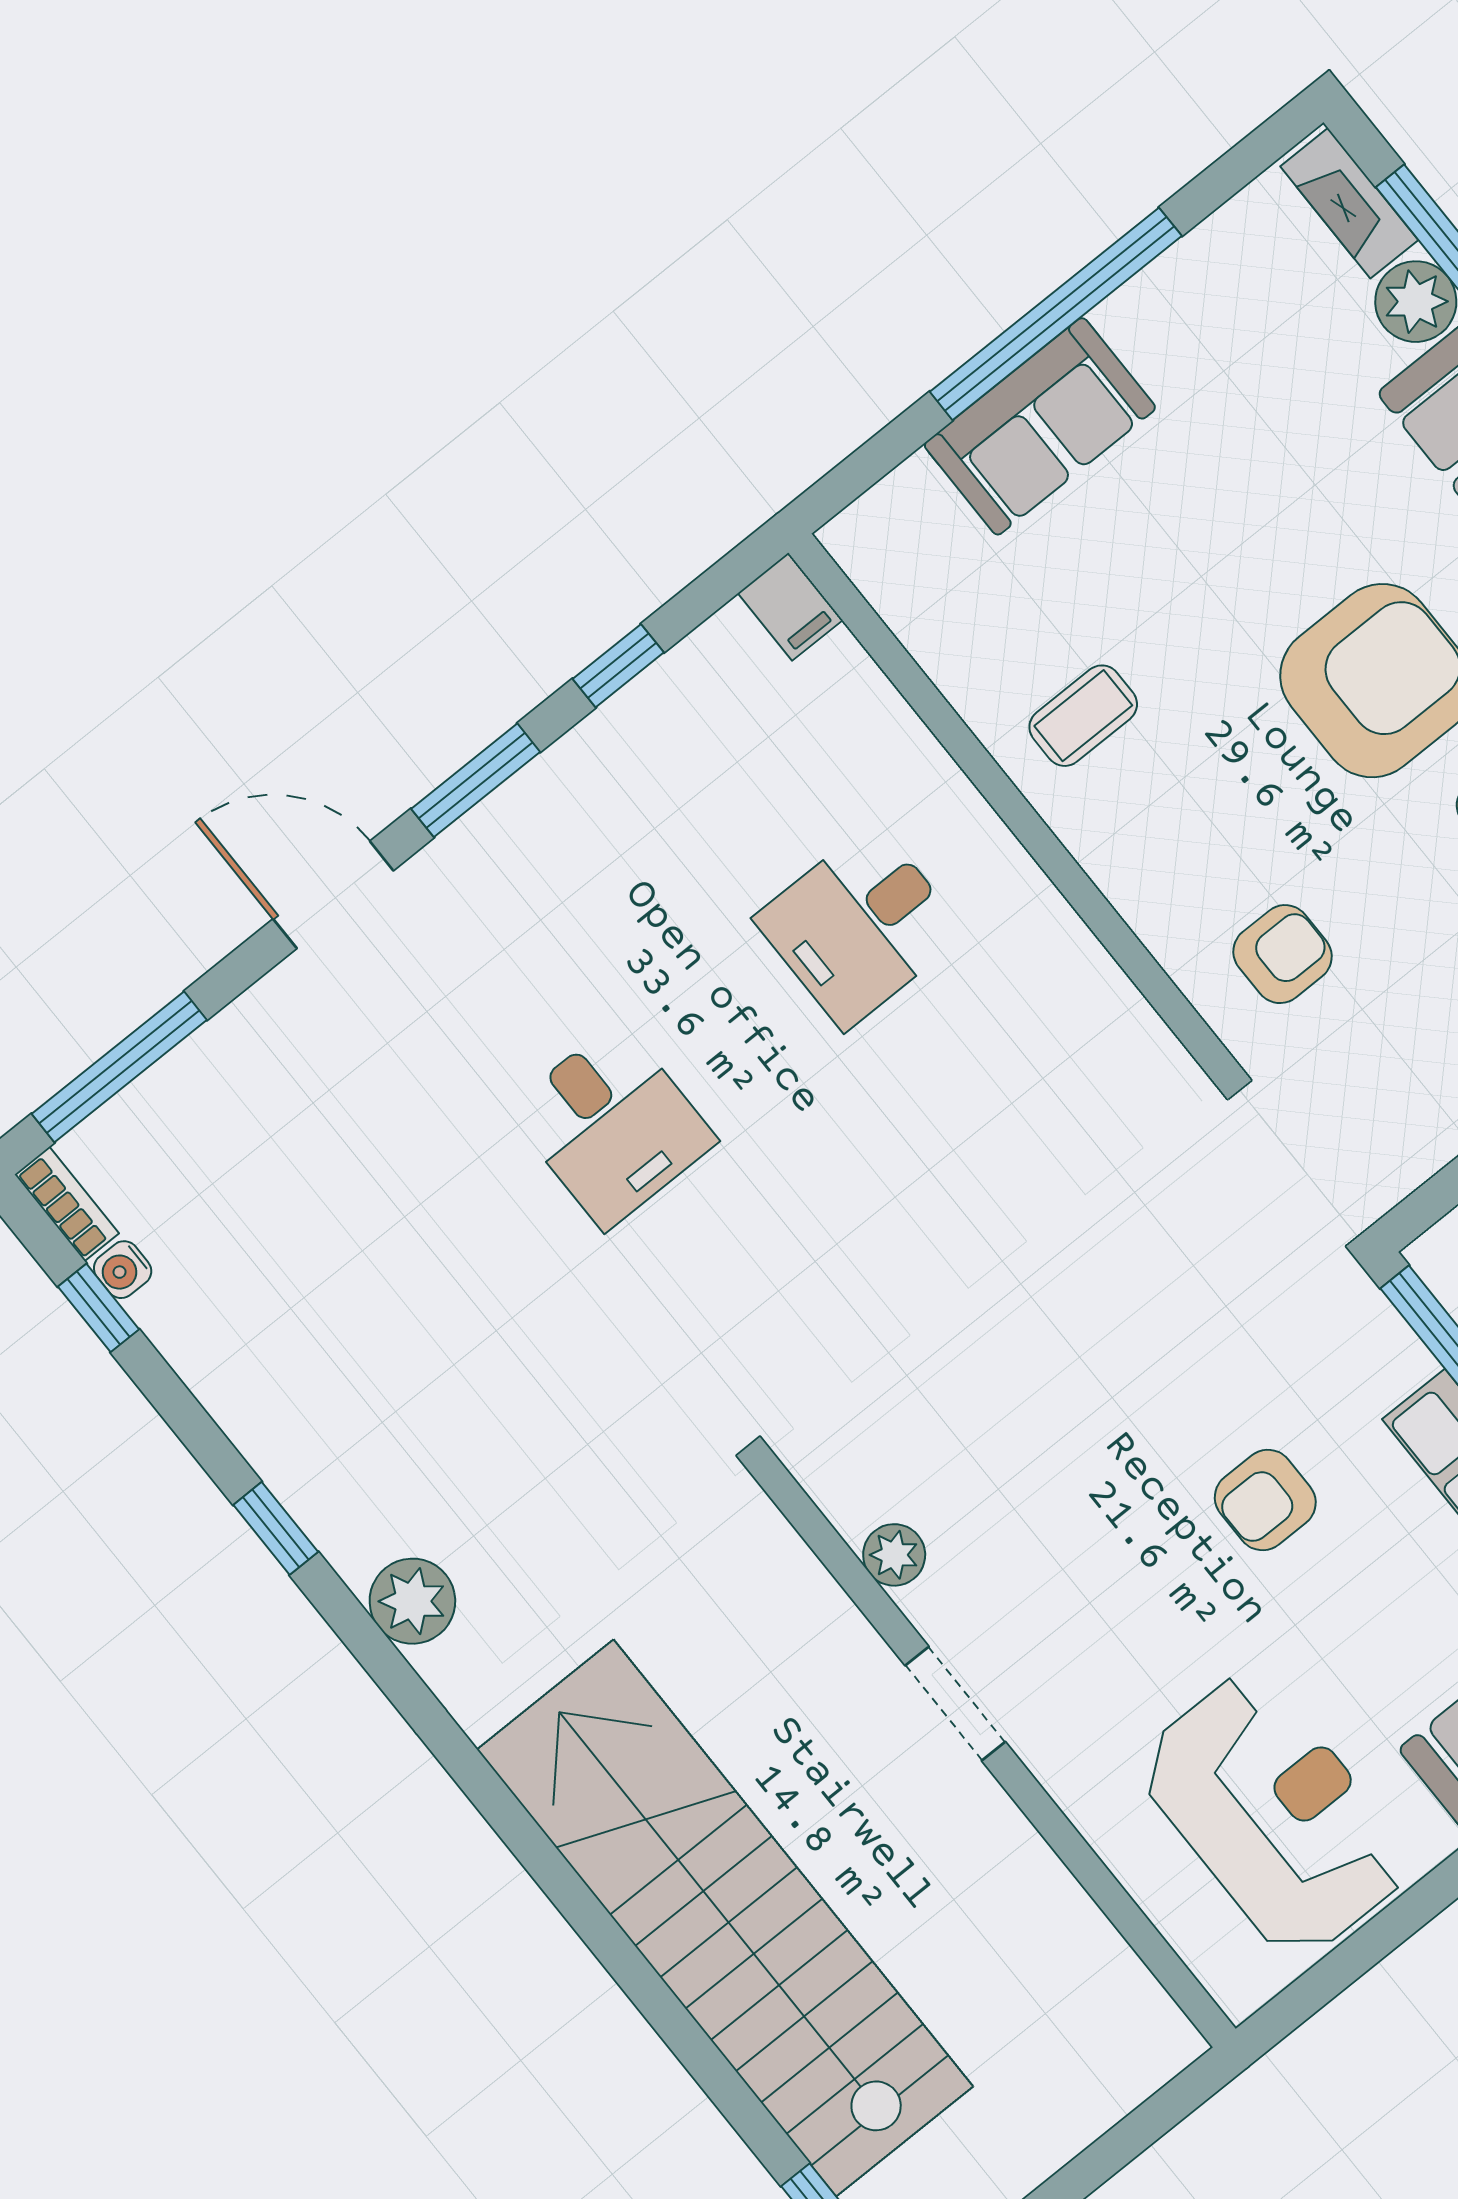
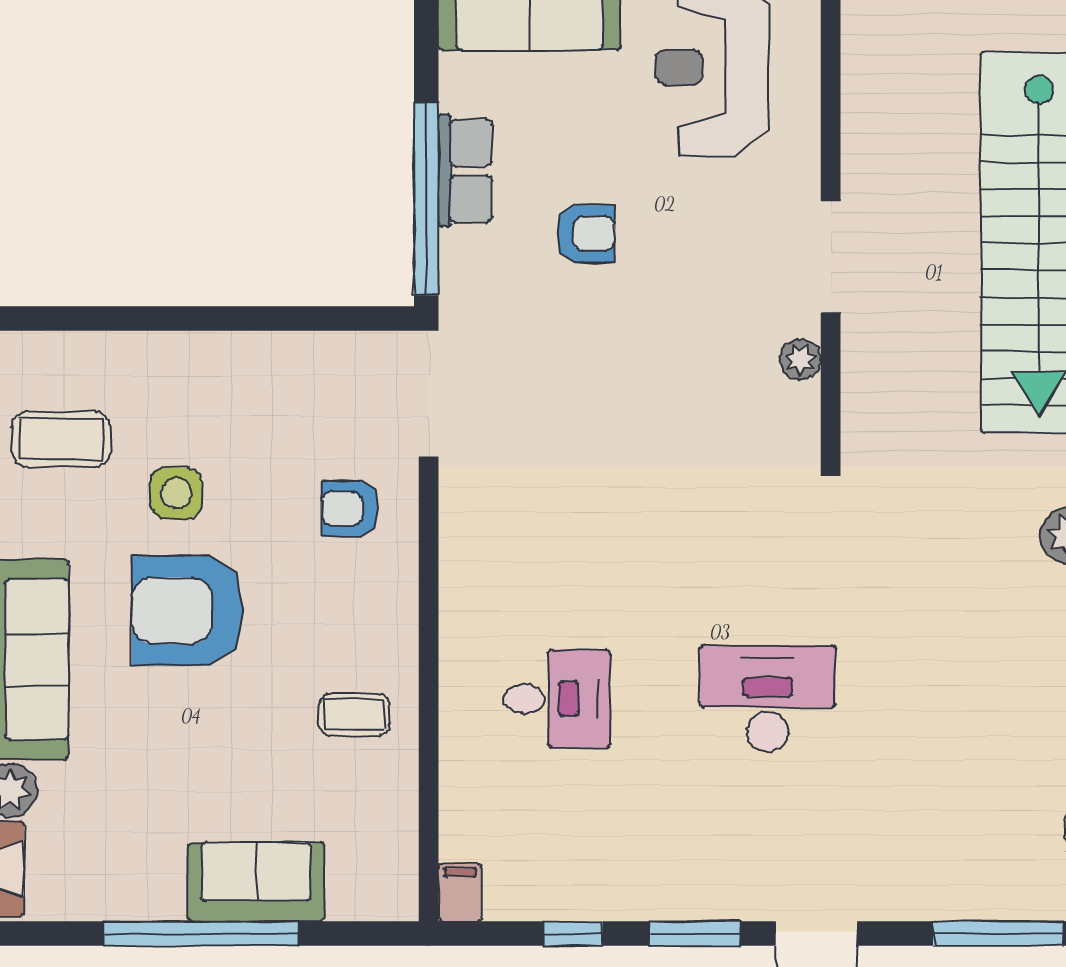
desk: (612, 1125) -> (768, 699), width x1.37
doorway: (955, 1704) -> (831, 257), width x1.38

